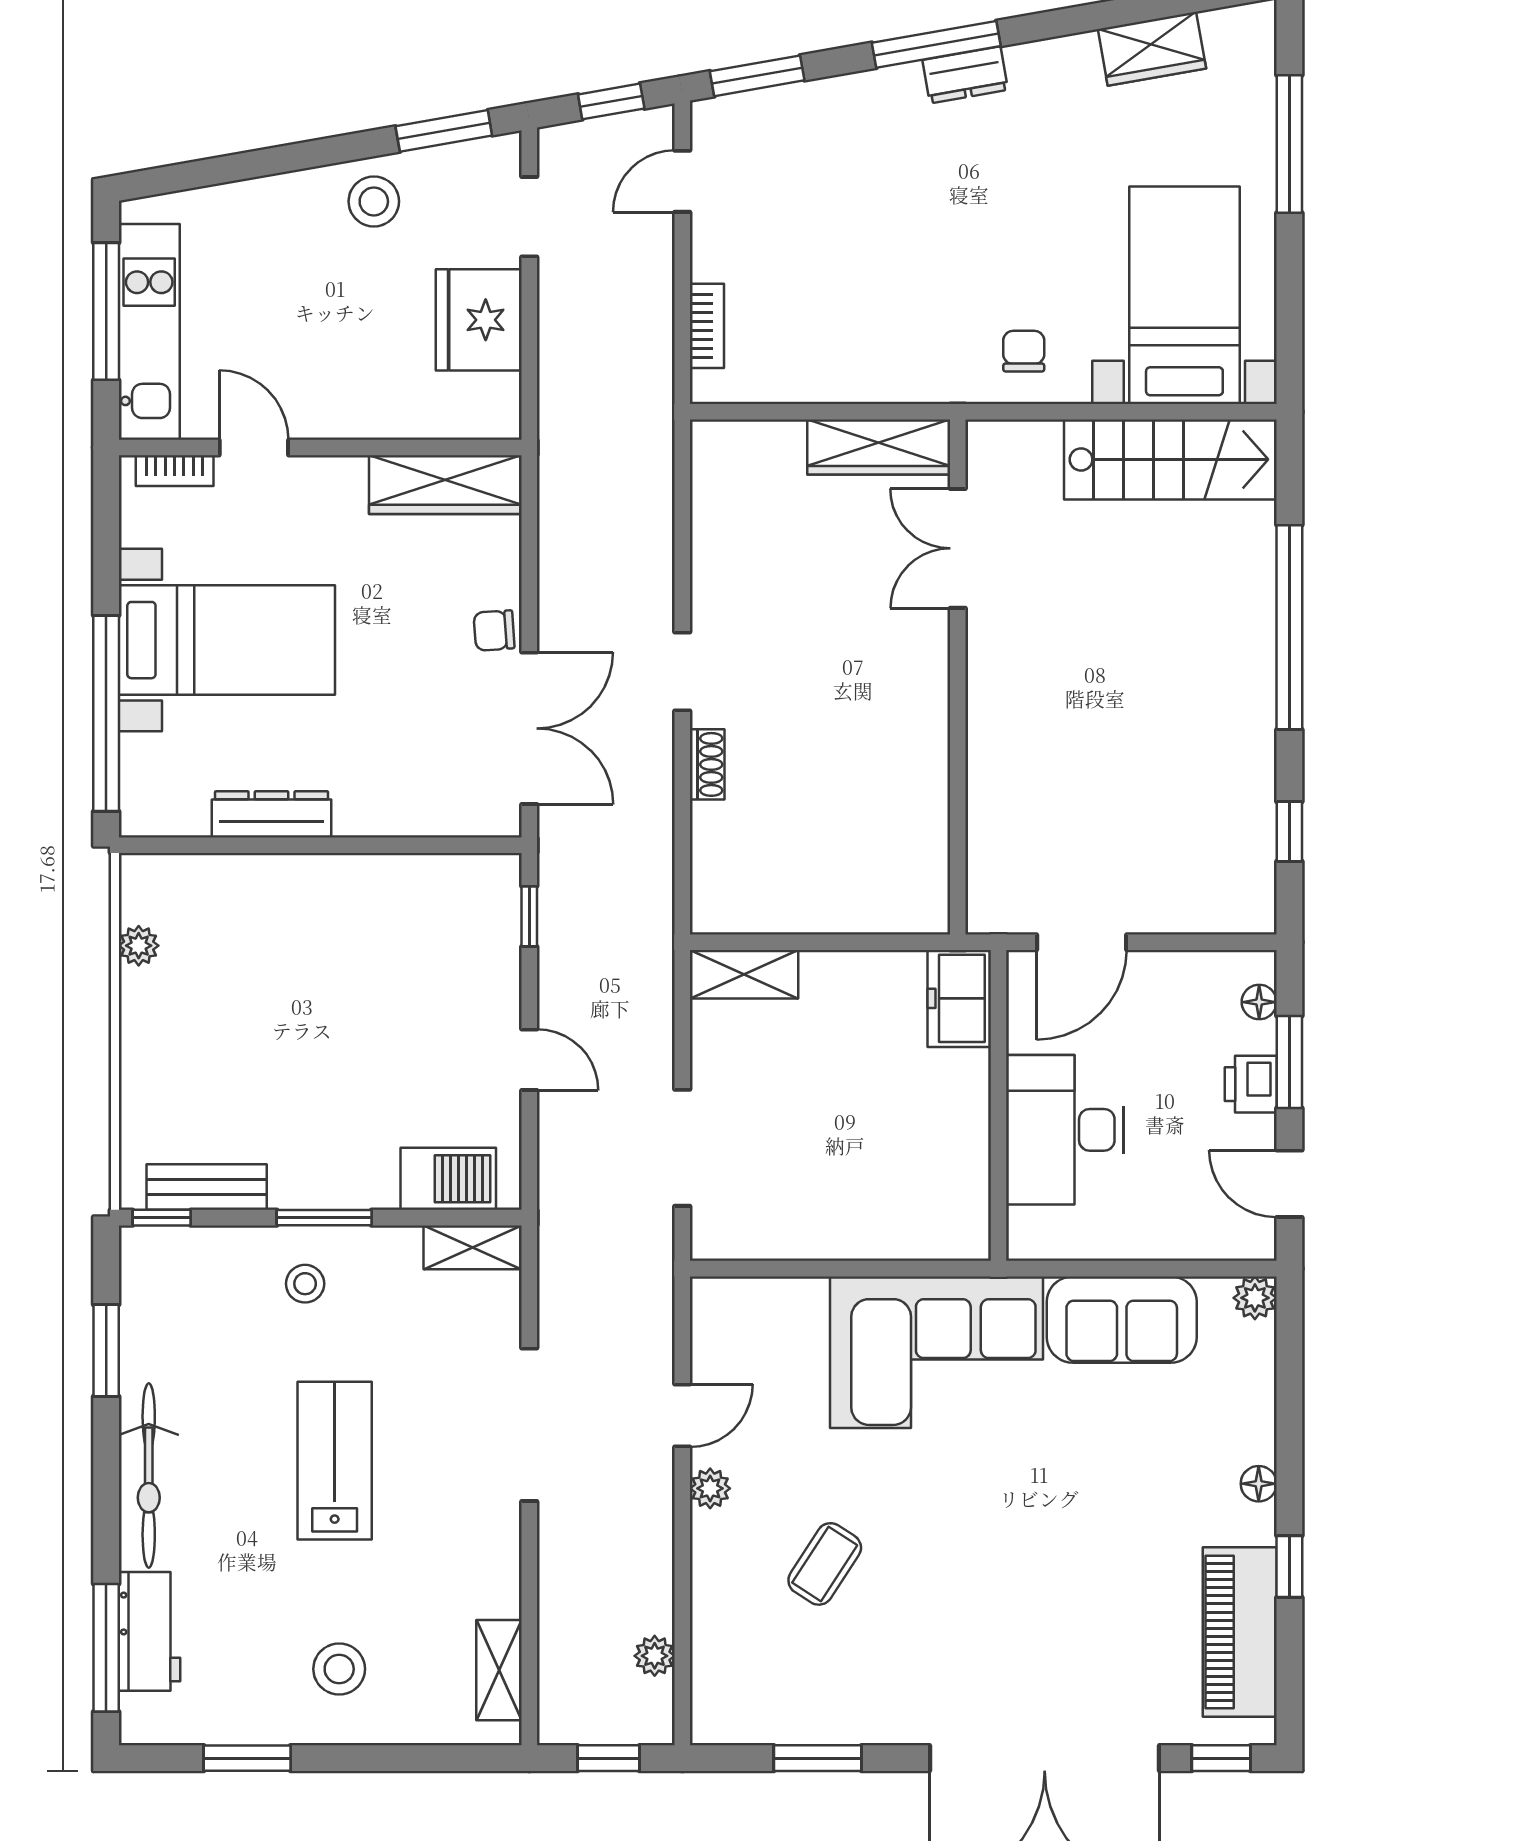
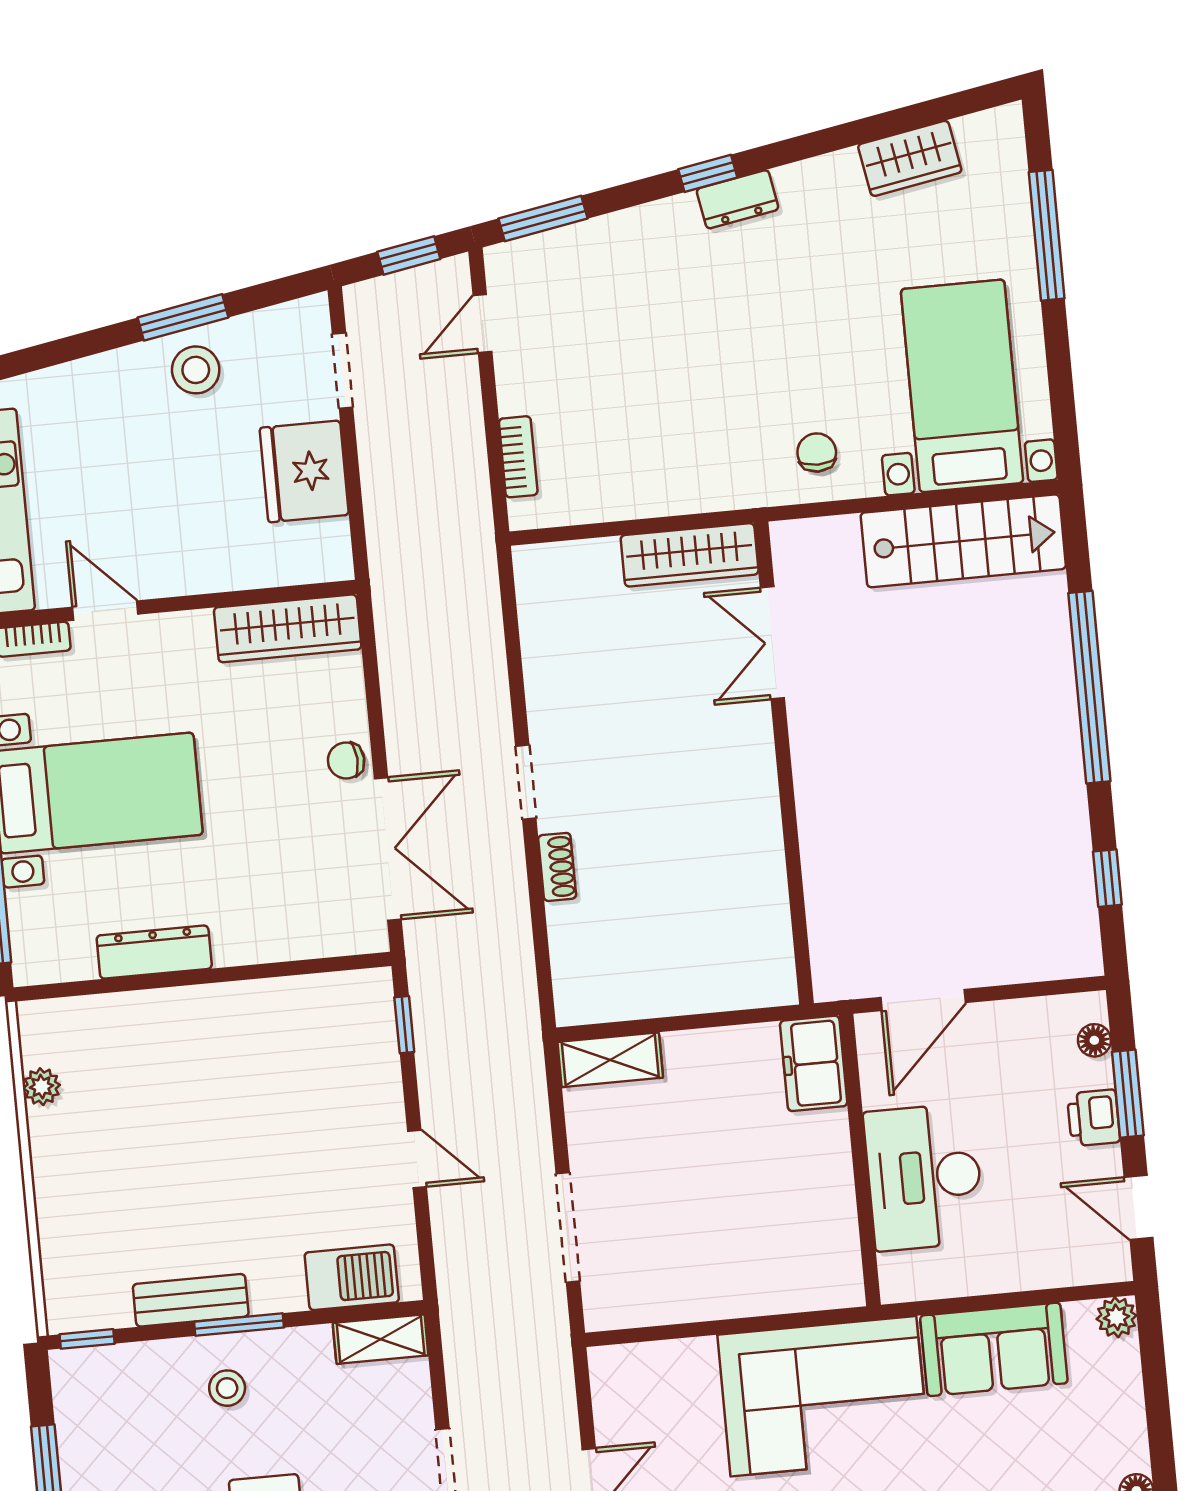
window: (936, 44) -> (708, 173), width x0.46
window: (444, 131) -> (183, 317), moved
bench: (207, 1187) -> (191, 1300), moved

